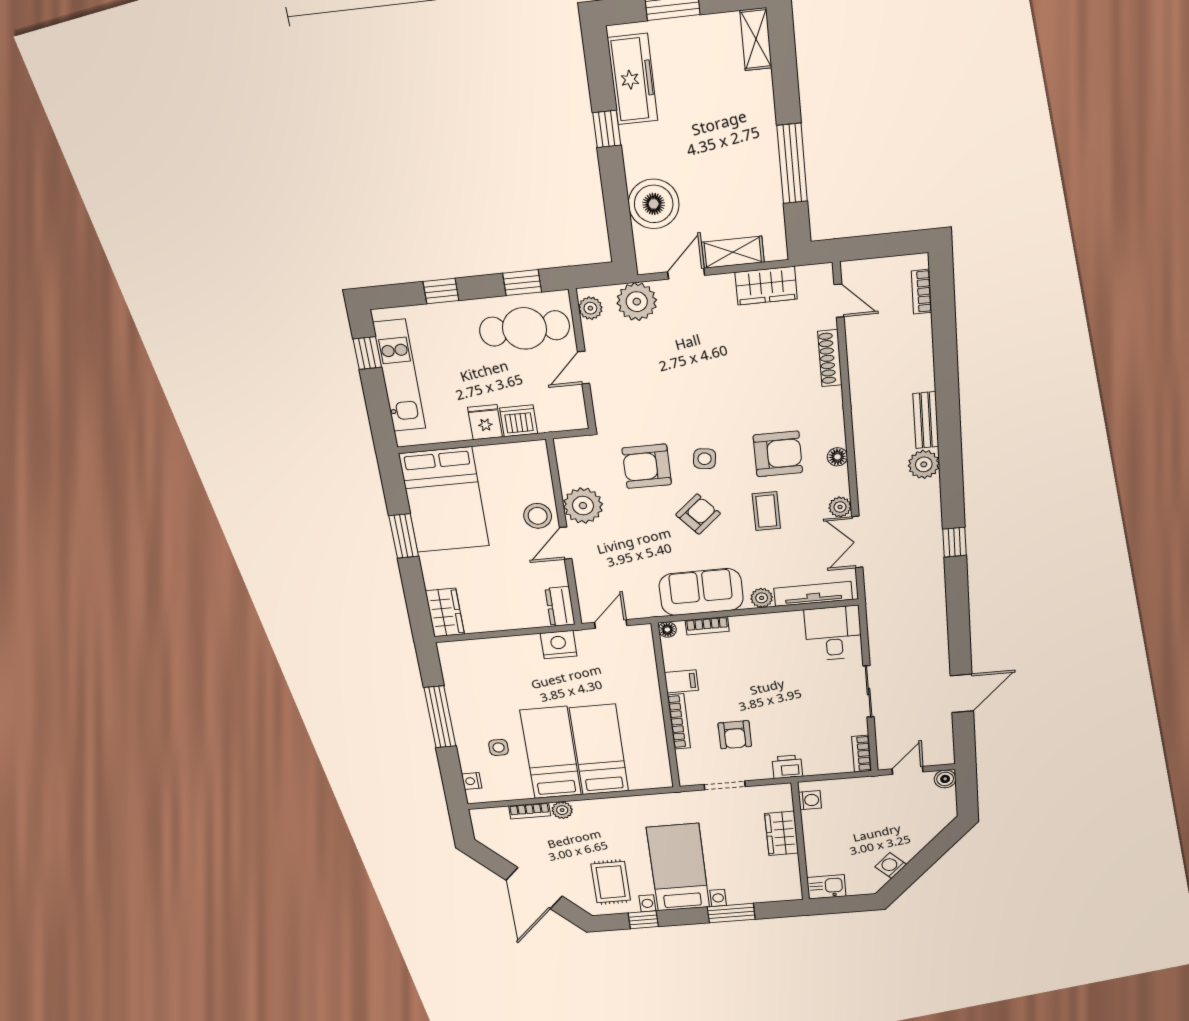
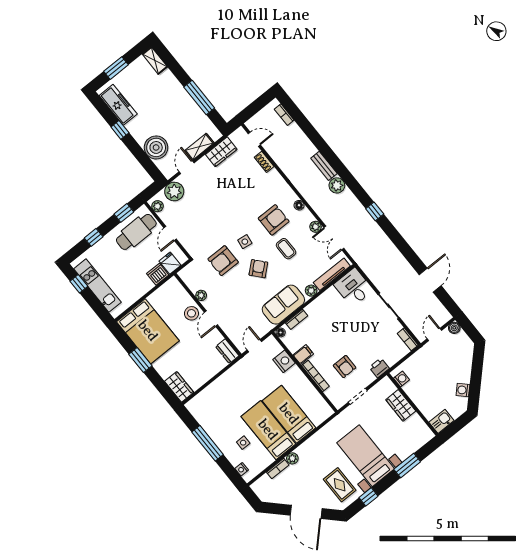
shoe rack: (830, 358) -> (264, 162), width x0.70
fridge: (485, 422) -> (170, 263), moved
plant: (583, 506) -> (201, 295), width x0.53, depth x0.53
nightstand: (559, 645) -> (284, 361), moved, turned 90

